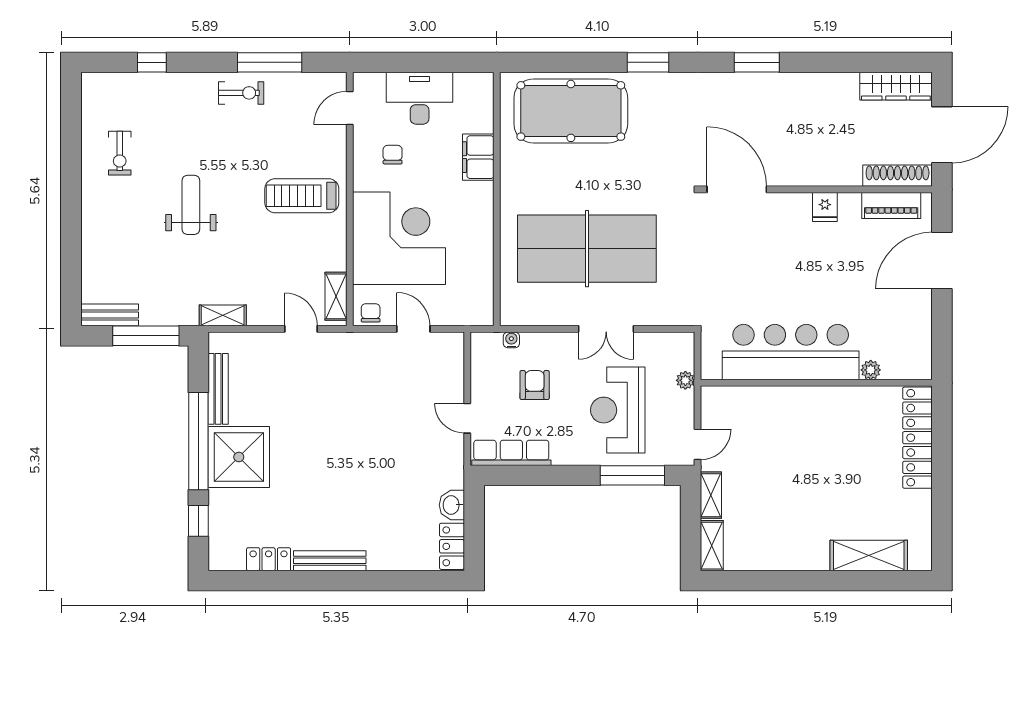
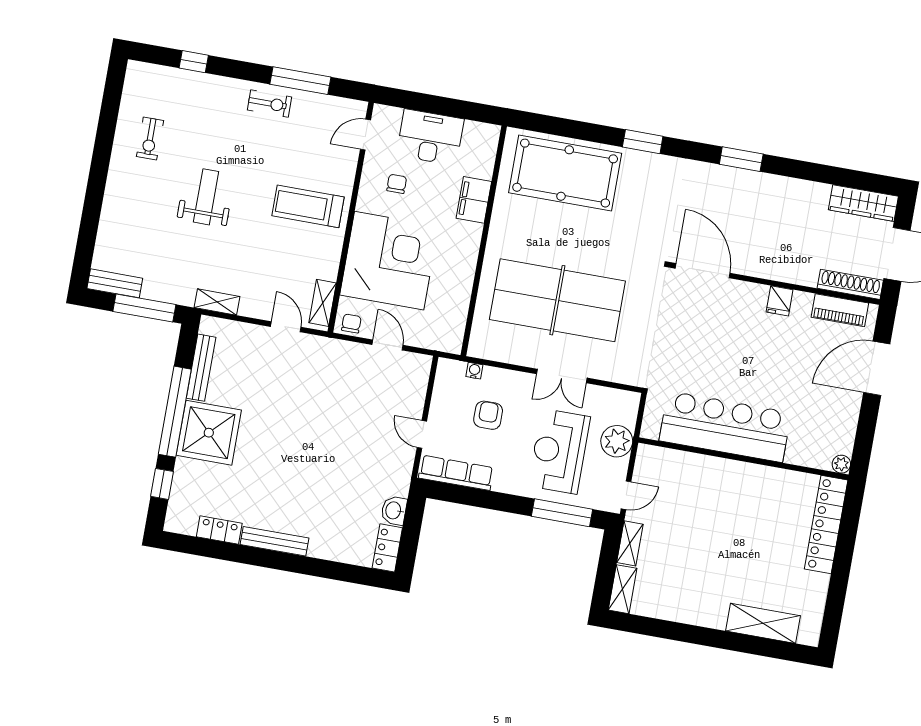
plant: (871, 370) -> (841, 464), moved
plant: (685, 380) -> (617, 441), width x1.88, depth x1.88

